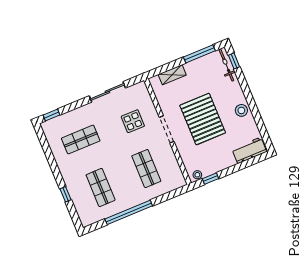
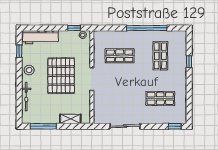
window: (234, 61) -> (19, 51), moved
bicycle: (226, 65) -> (26, 97), moved
display table: (133, 121) -> (115, 96), removed
workbench: (249, 150) -> (40, 37), width x1.38
shop shelf: (146, 169) -> (120, 56), turned 90

